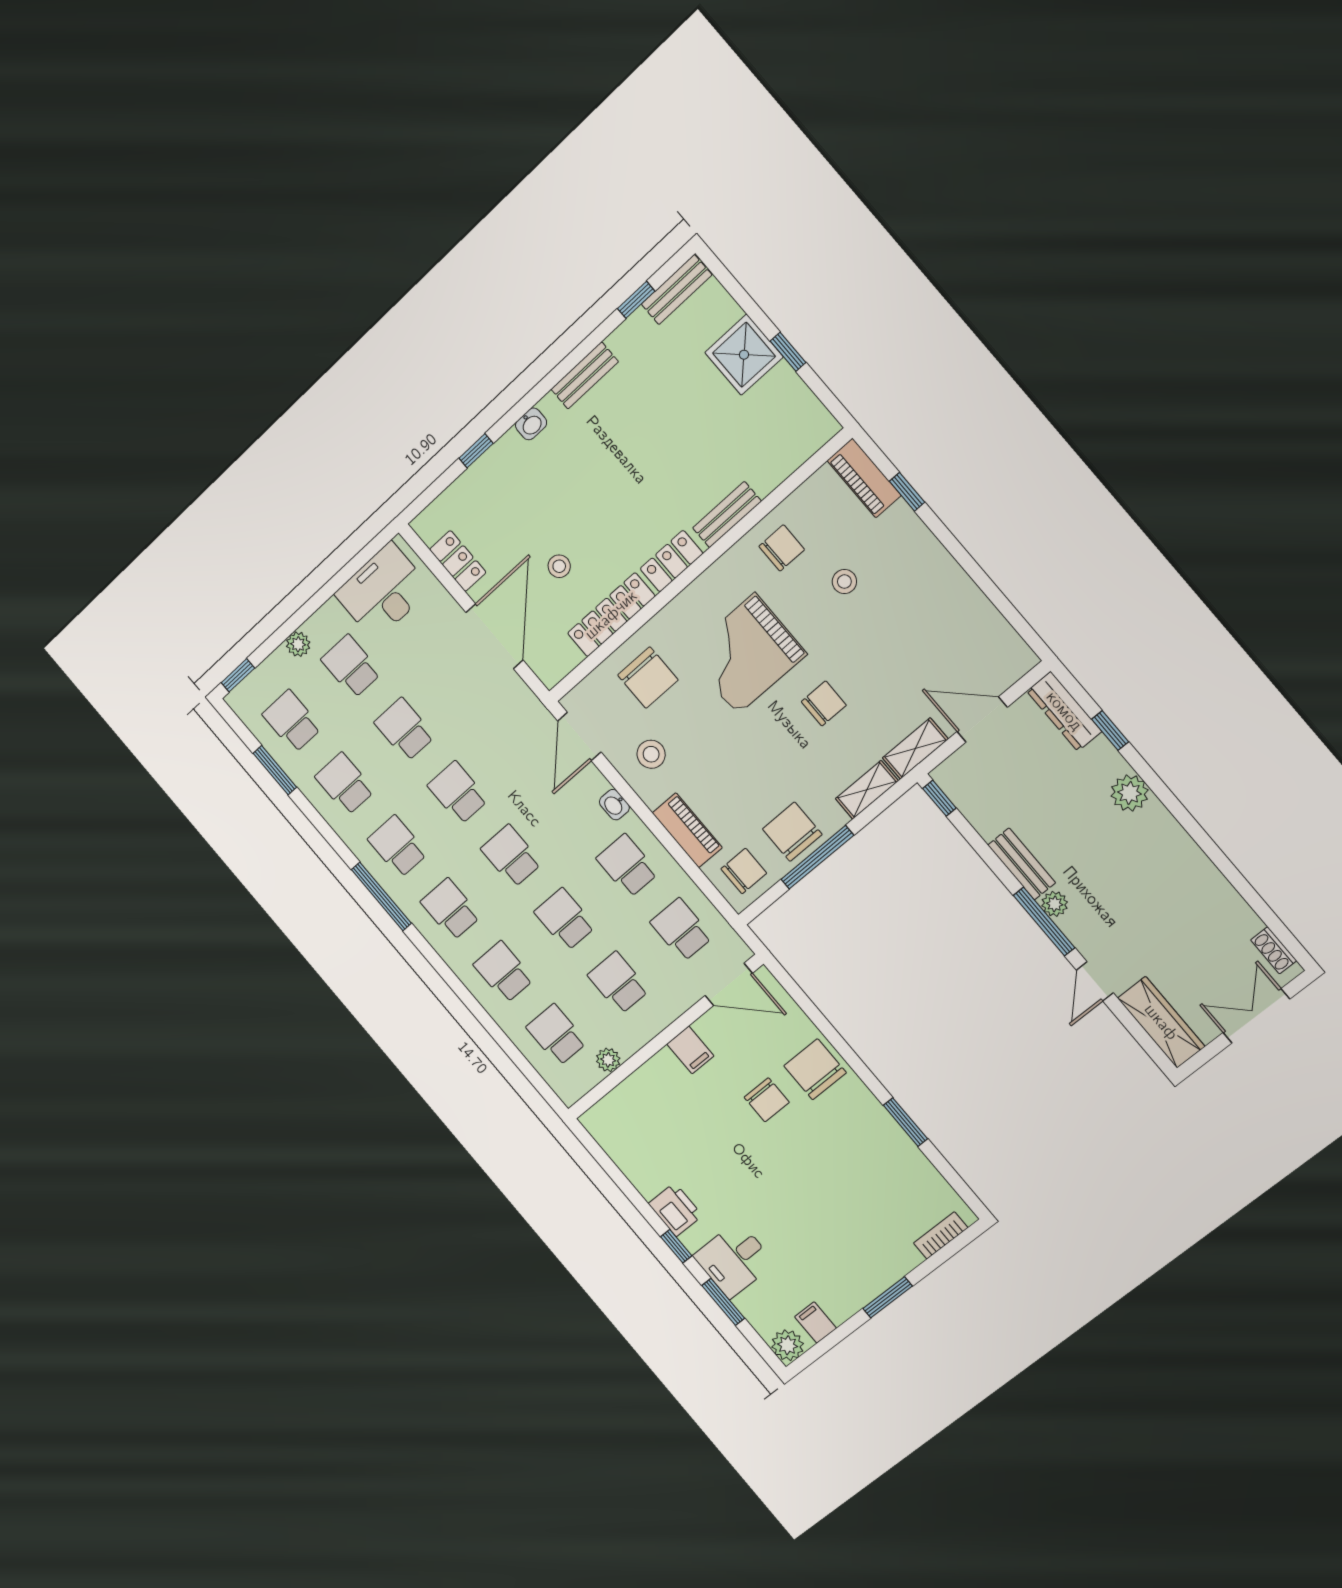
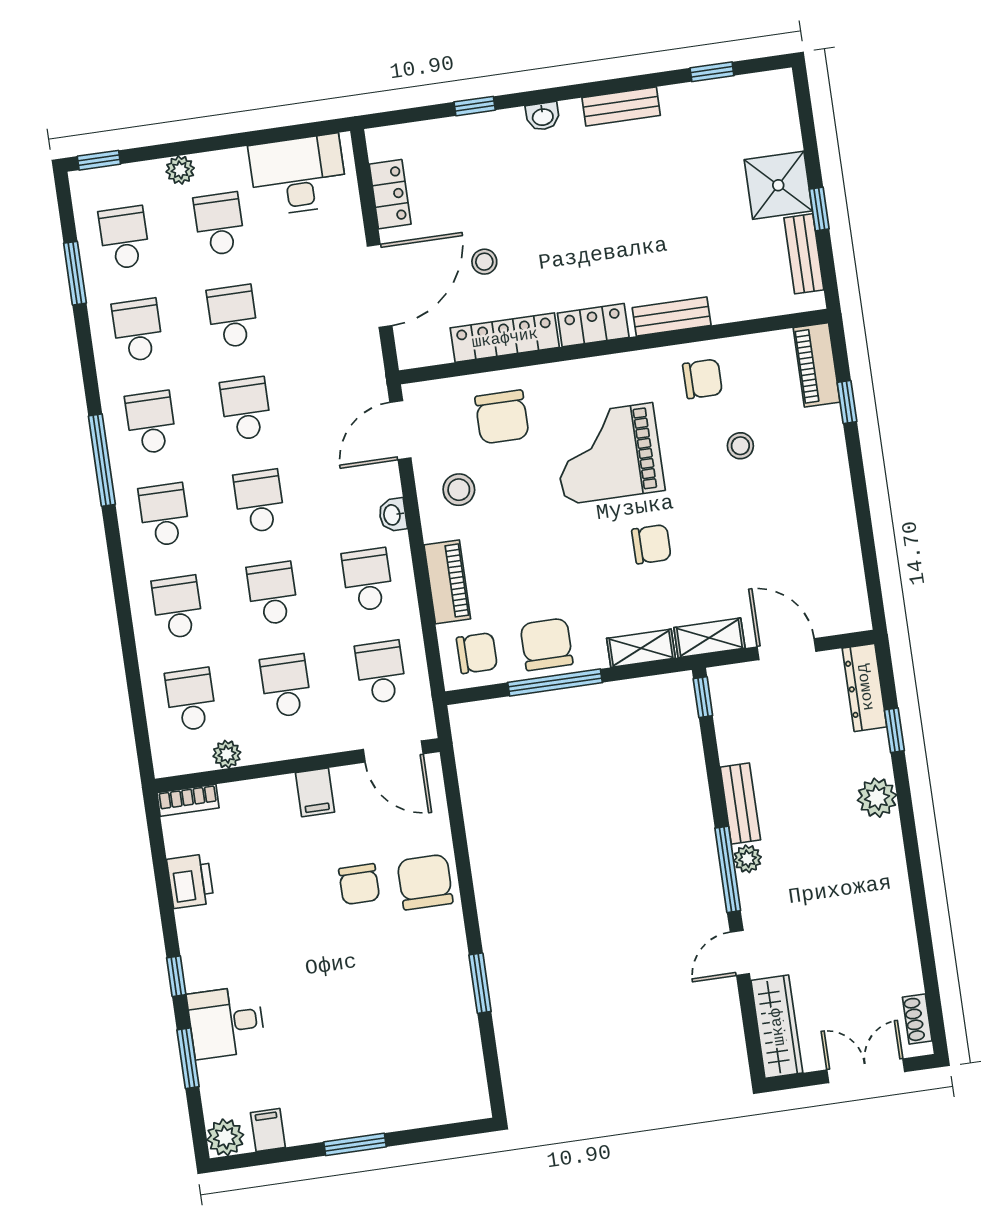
bench: (677, 290) -> (804, 254), moved, turned 90
printer: (675, 1210) -> (190, 881), moved
bookcase: (941, 1235) -> (188, 800), moved, turned 180

